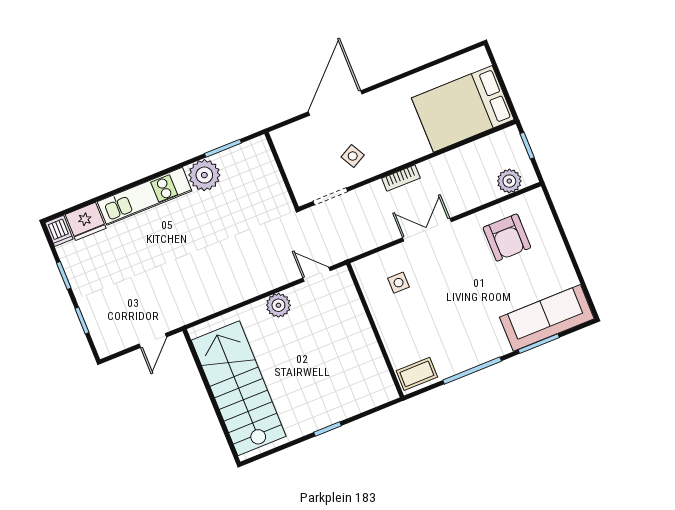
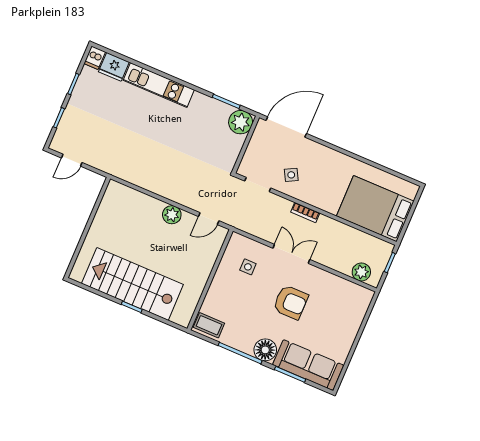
door: (335, 103) -> (286, 127), moved
plant: (204, 175) -> (241, 122), moved
armchair: (507, 238) -> (291, 302), moved, turned -90
door: (317, 274) -> (209, 219), swing flipped
door: (153, 341) -> (72, 160), moved
floor lamp: (493, 344) -> (265, 350), added
stairs: (239, 388) -> (132, 284), moved, turned -90

